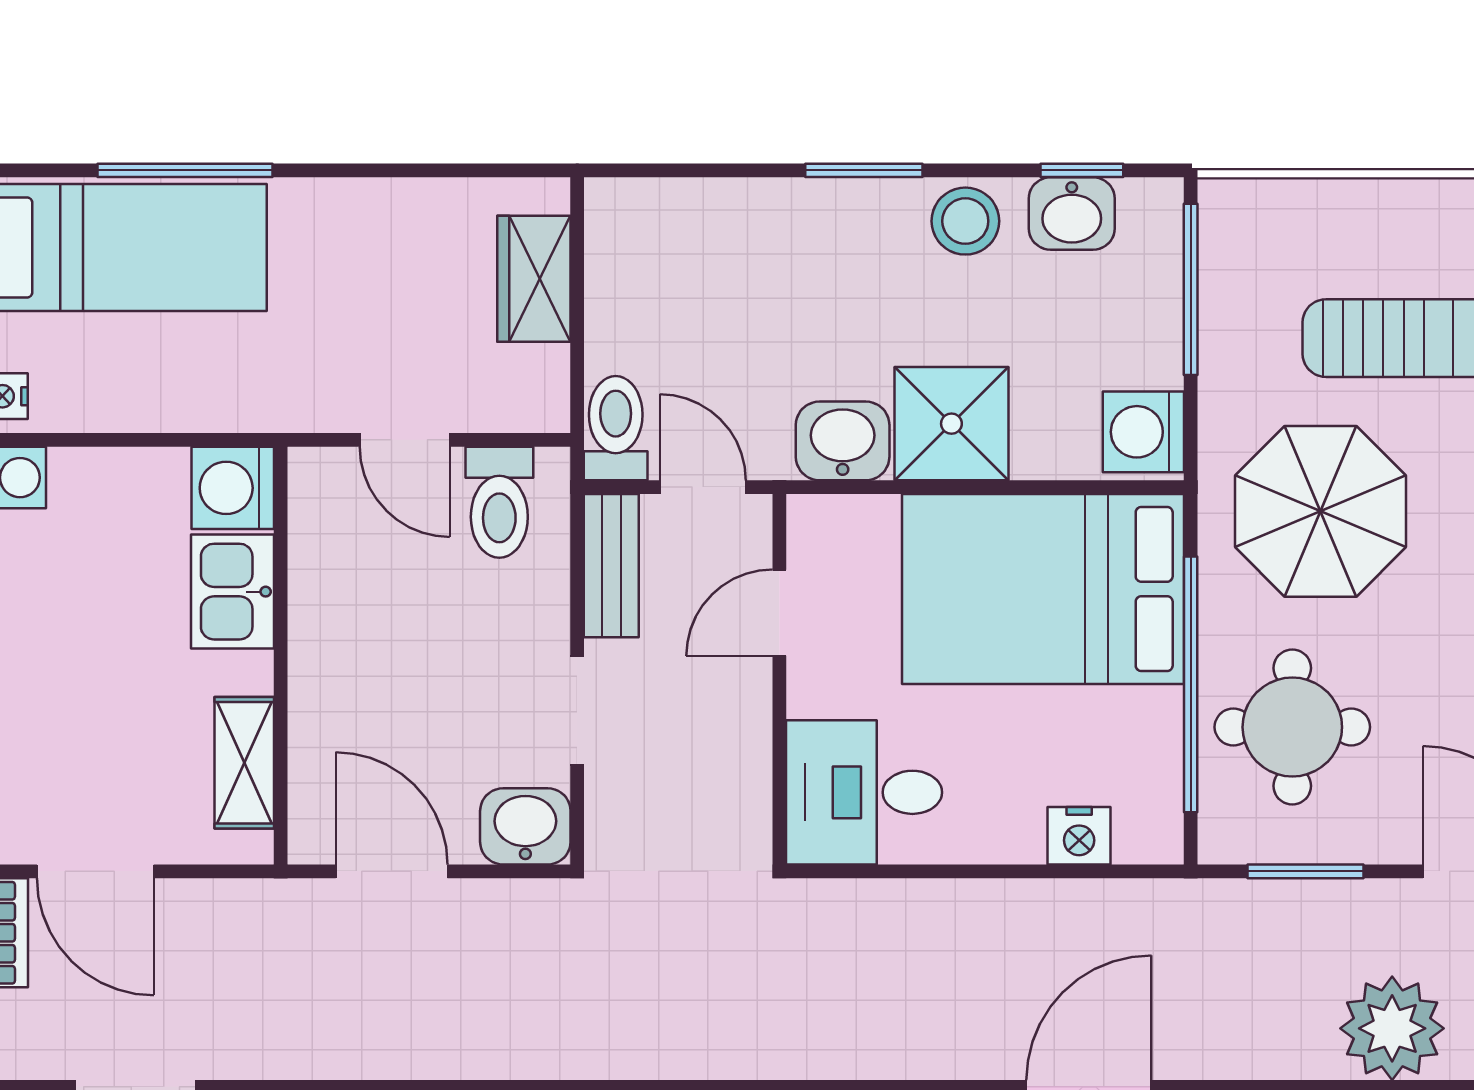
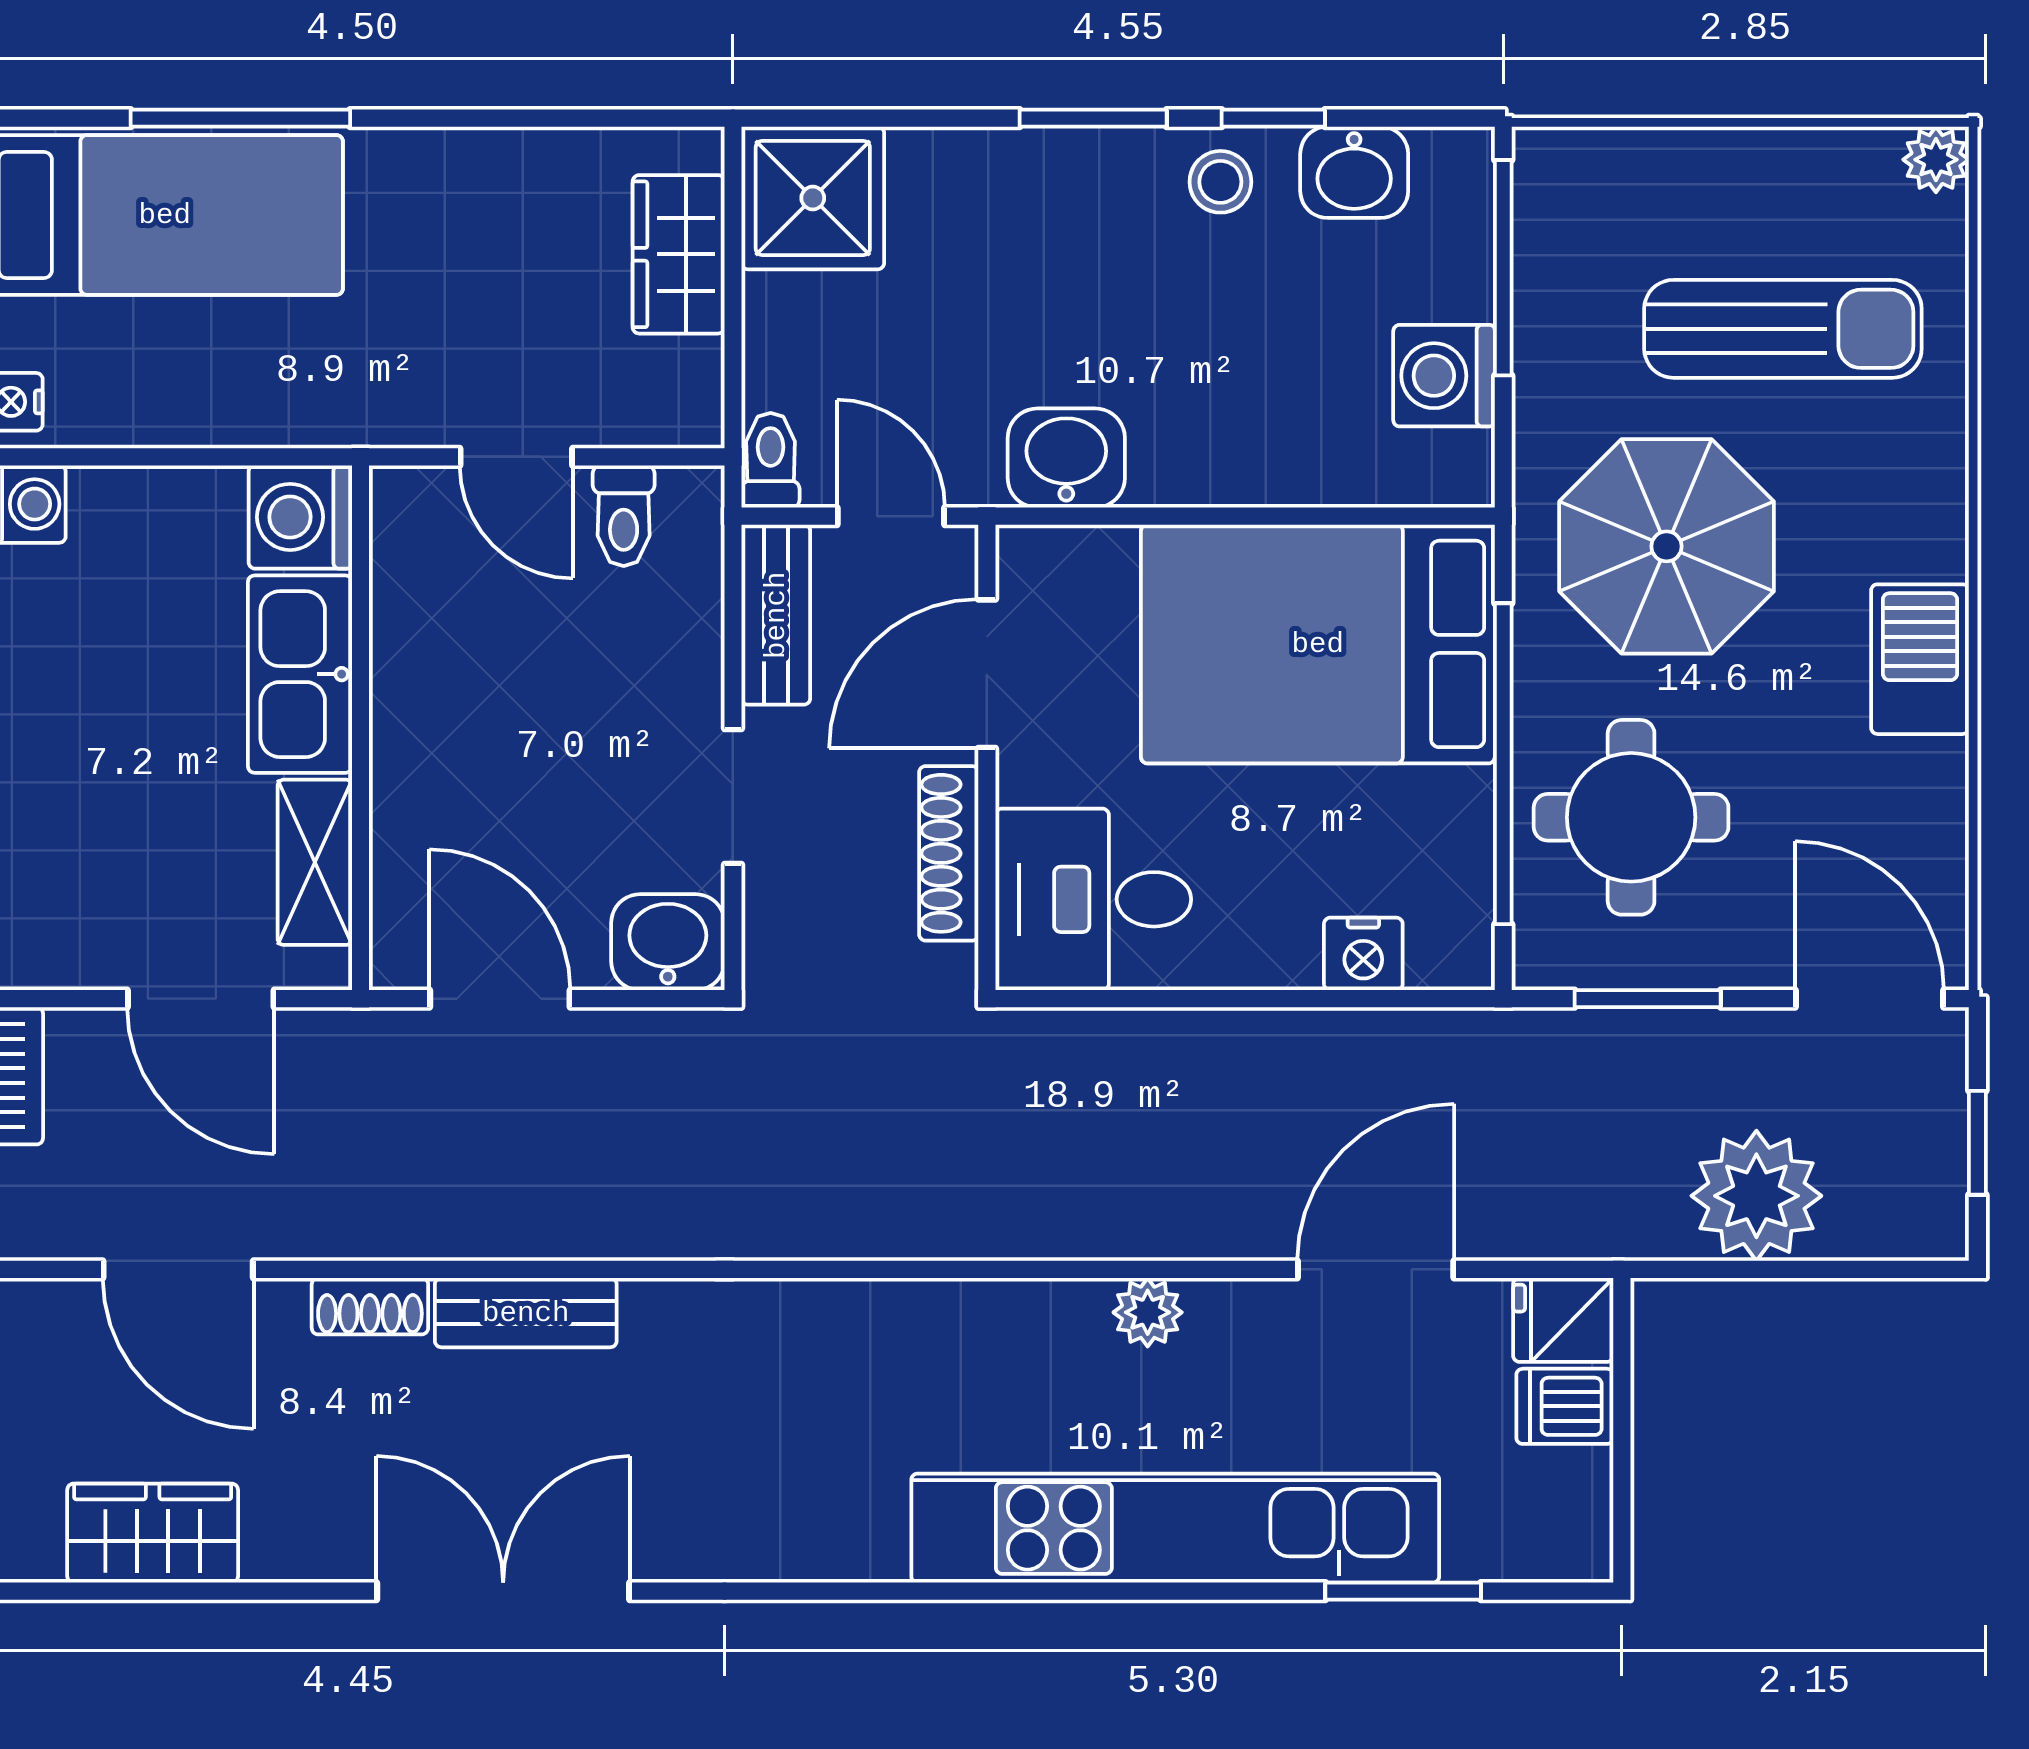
window: (1082, 170) -> (1273, 118), moved
stool: (965, 221) -> (1220, 182), width x0.73, depth x0.73
shower: (951, 424) -> (813, 198), moved
toilet: (616, 428) -> (771, 460), width x0.73, depth x0.72
washing machine: (1143, 432) -> (1444, 376), moved
toilet: (499, 502) -> (624, 516), width x0.73, depth x0.72
kitchen sink: (233, 592) -> (300, 674), width x1.38
door: (779, 613) -> (987, 674), width x1.38
shoe rack: (749, 756) -> (949, 853), added
door: (95, 871) -> (201, 999), moved

